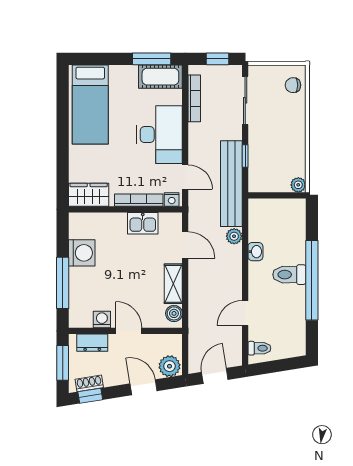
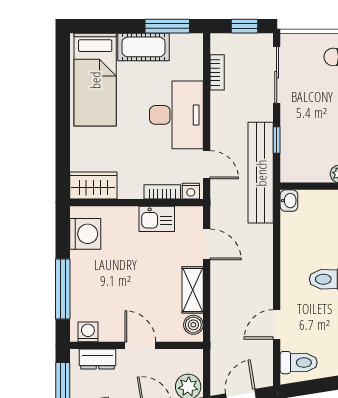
cot: (160, 77) -> (144, 47), moved
bookcase: (194, 98) -> (217, 72), width x0.64
bookcase: (139, 200) -> (162, 192), width x0.64
plant: (234, 236) -> (264, 234), removed
washbasin: (255, 252) -> (289, 201), moved
washing machine: (82, 253) -> (85, 234), moved
washing machine: (102, 319) -> (88, 332), moved
toilet: (259, 348) -> (299, 363), width x1.37, depth x1.39

